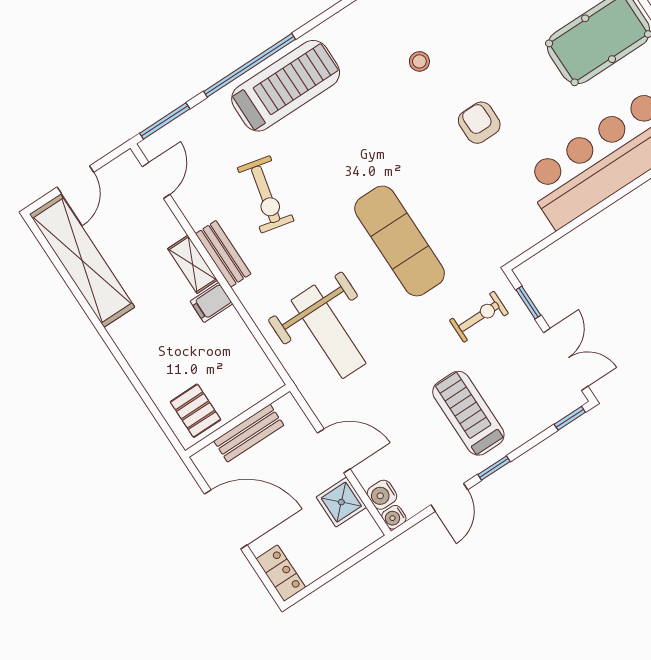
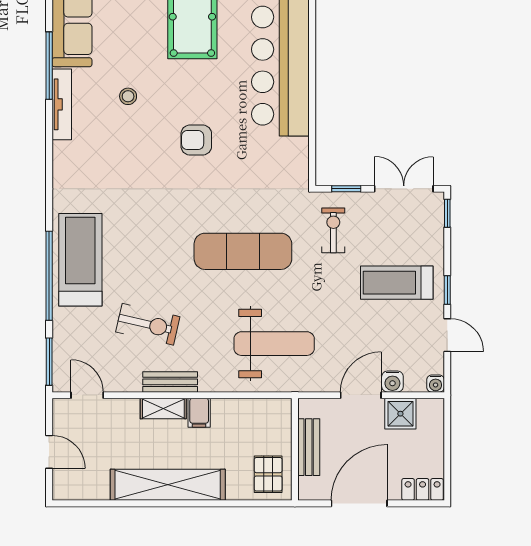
stool: (419, 61) -> (128, 96), moved
shelving: (82, 261) -> (168, 485), moved
pallet: (196, 411) -> (268, 474), turned 90
water cooler: (382, 495) -> (392, 382), moved

